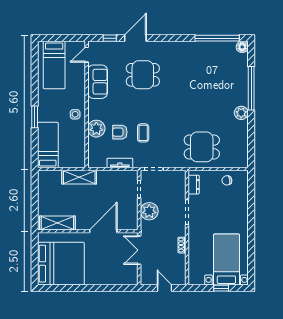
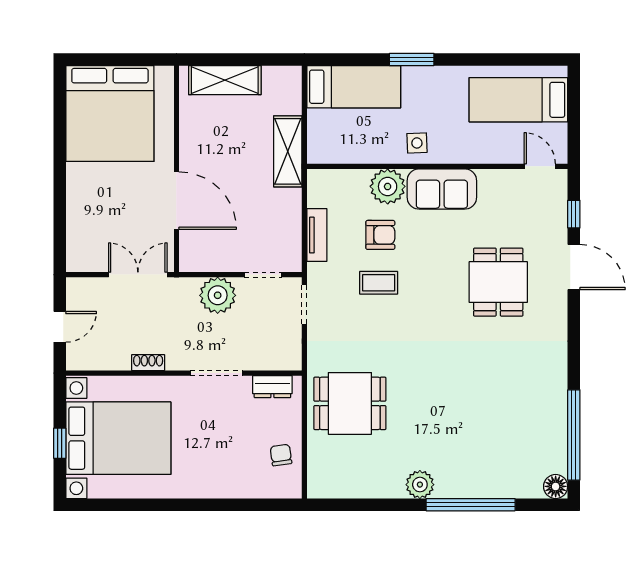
sofa: (98, 82) -> (442, 189), moved
armchair: (120, 132) -> (380, 235), turned 90
dining table: (202, 147) -> (350, 403), turned 90
shelving: (57, 223) -> (225, 80), moved, turned 90
bed with nightstands: (226, 260) -> (118, 438), width x1.36

